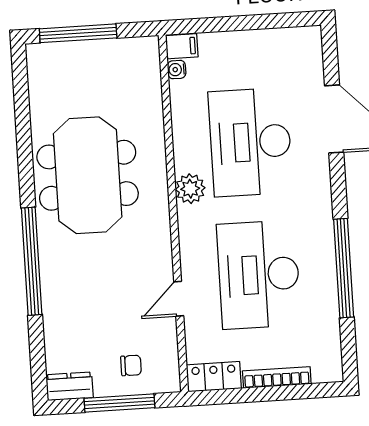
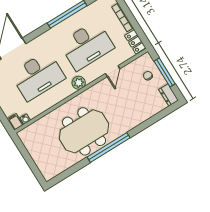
window: (78, 33) -> (32, 164), removed
plant: (190, 189) -> (79, 83), moved
window: (32, 261) -> (109, 147), moved
door: (179, 299) -> (113, 71), hinge flipped

